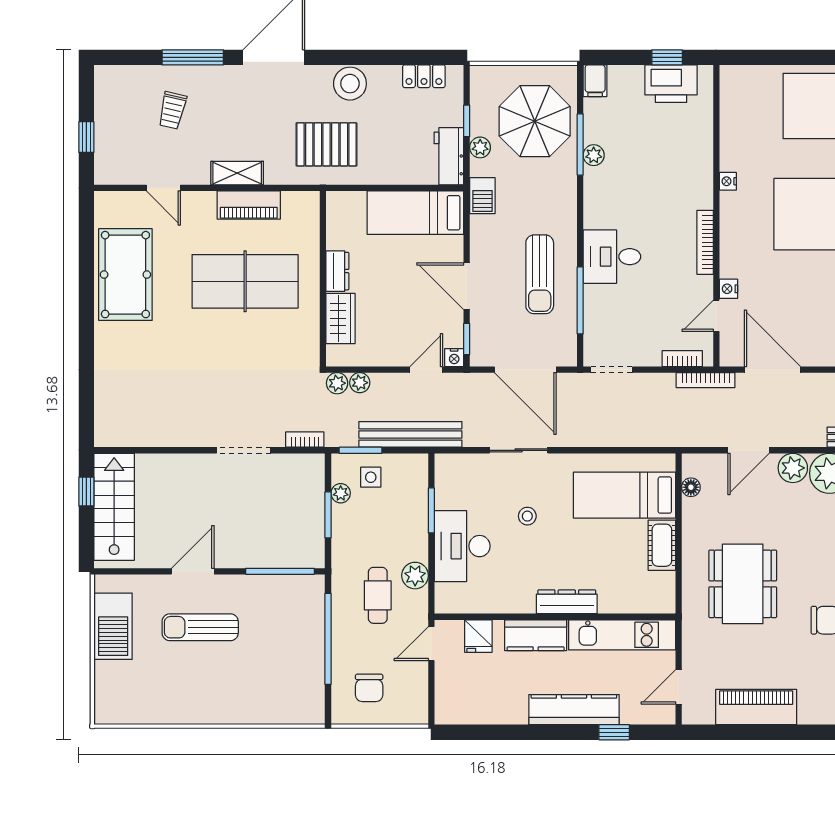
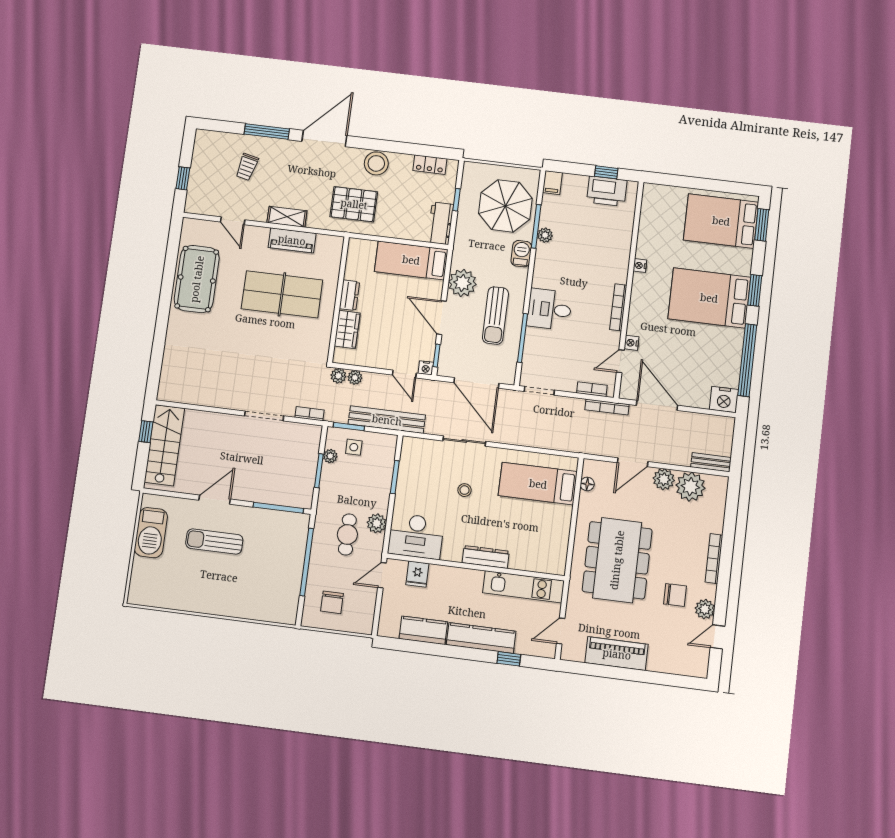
plant: (480, 147) -> (462, 283), moved, width x1.87, depth x1.87
barbecue: (482, 196) -> (521, 254), moved, turned 180
door: (426, 370) -> (404, 374), swing flipped
cot: (662, 545) -> (561, 524), removed
desk: (462, 546) -> (416, 536), moved, turned -90
dining table: (743, 584) -> (617, 560), width x1.36, depth x1.24
kitchen counter: (536, 635) -> (423, 630), moved, turned 180

